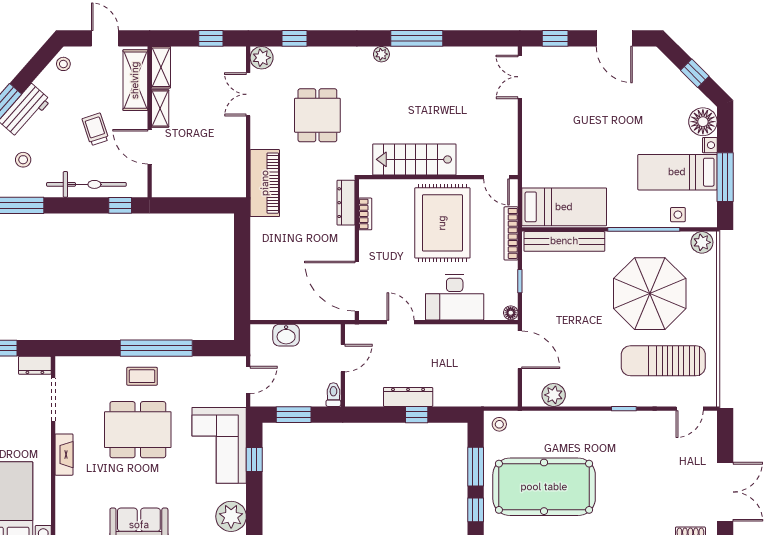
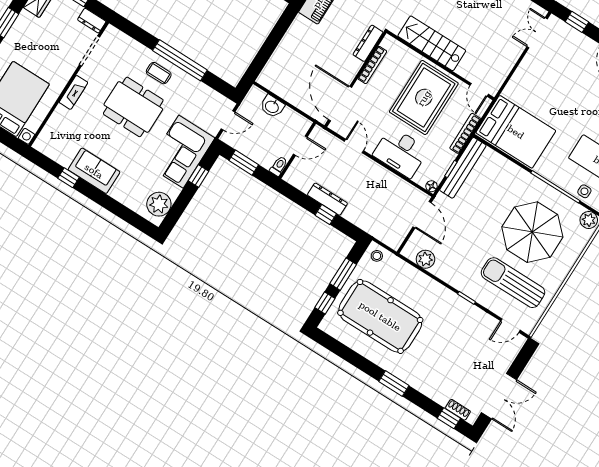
bed: (564, 207) -> (516, 132), width x1.50
bookcase: (365, 214) -> (372, 65), width x1.56
bench: (564, 241) -> (463, 168), moved, turned 90

